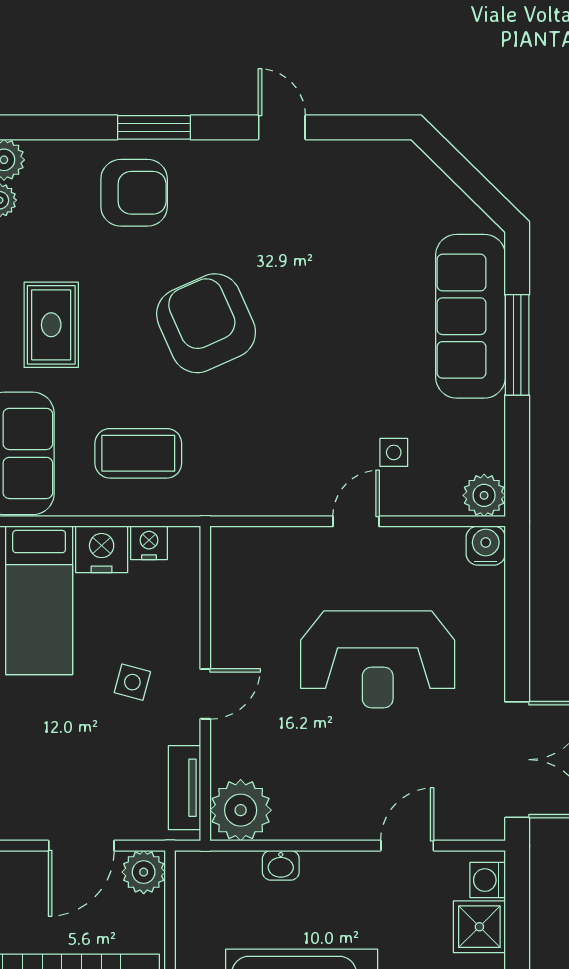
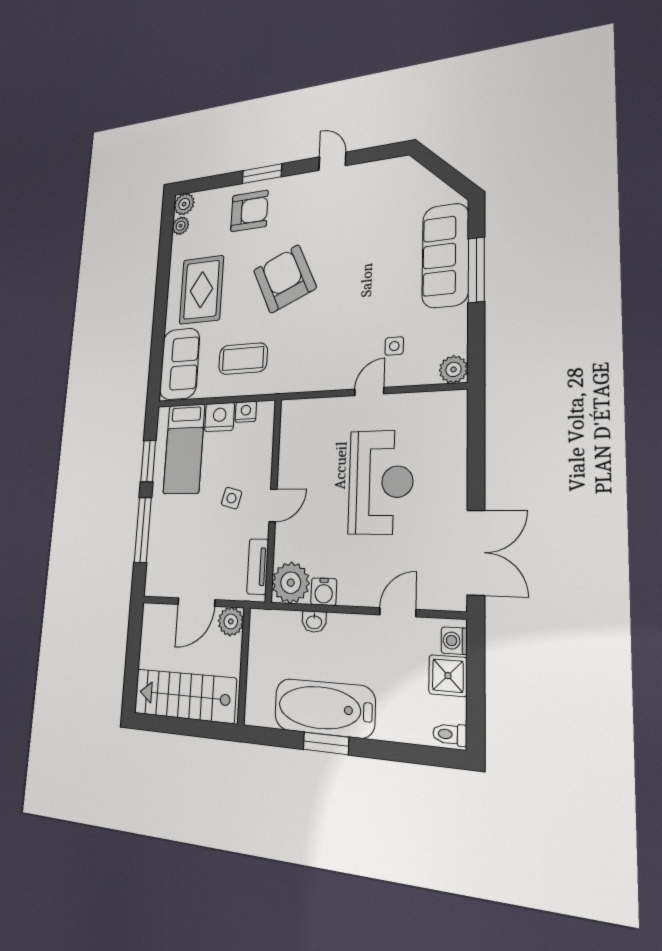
rug: (51, 325) -> (201, 290), width x1.36, depth x1.43
water cooler: (486, 546) -> (324, 592), moved, turned 180
reception desk: (378, 659) -> (381, 482), turned -90

